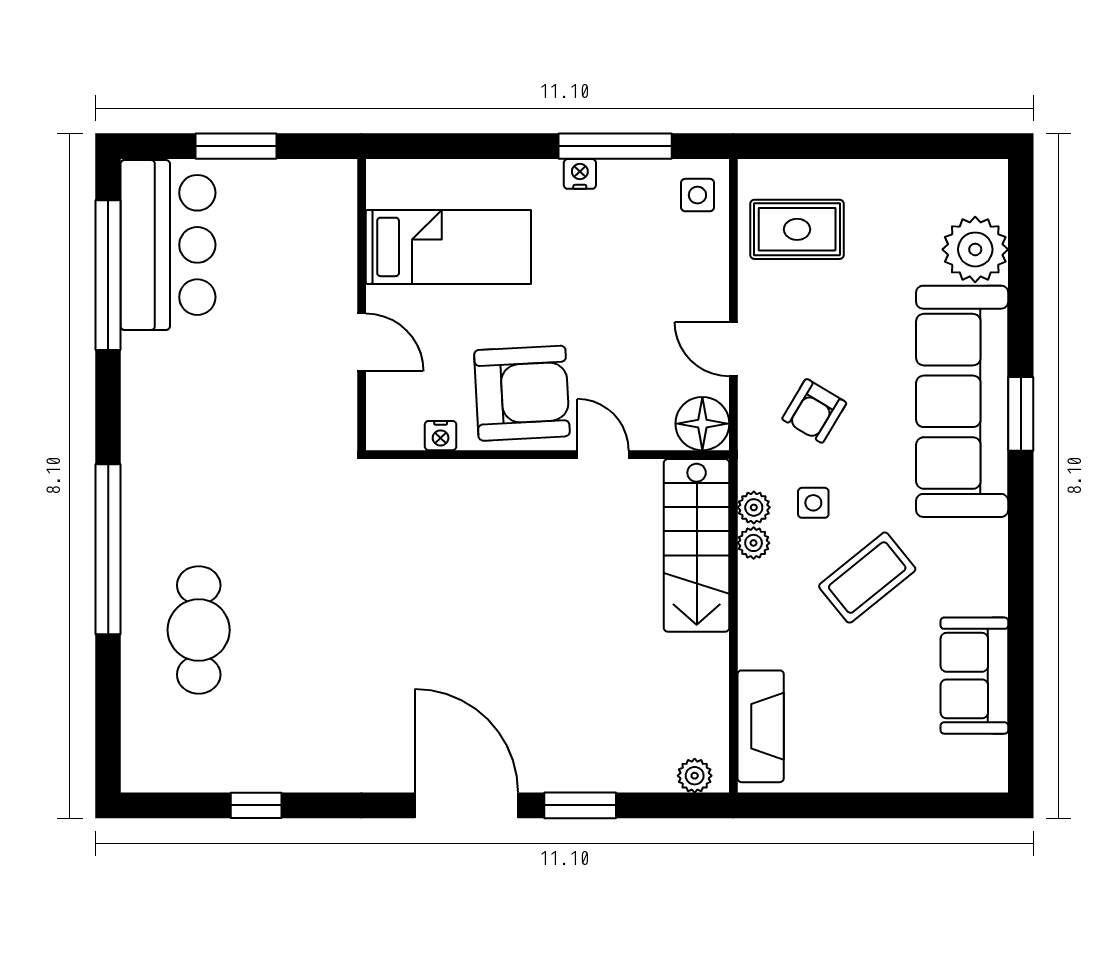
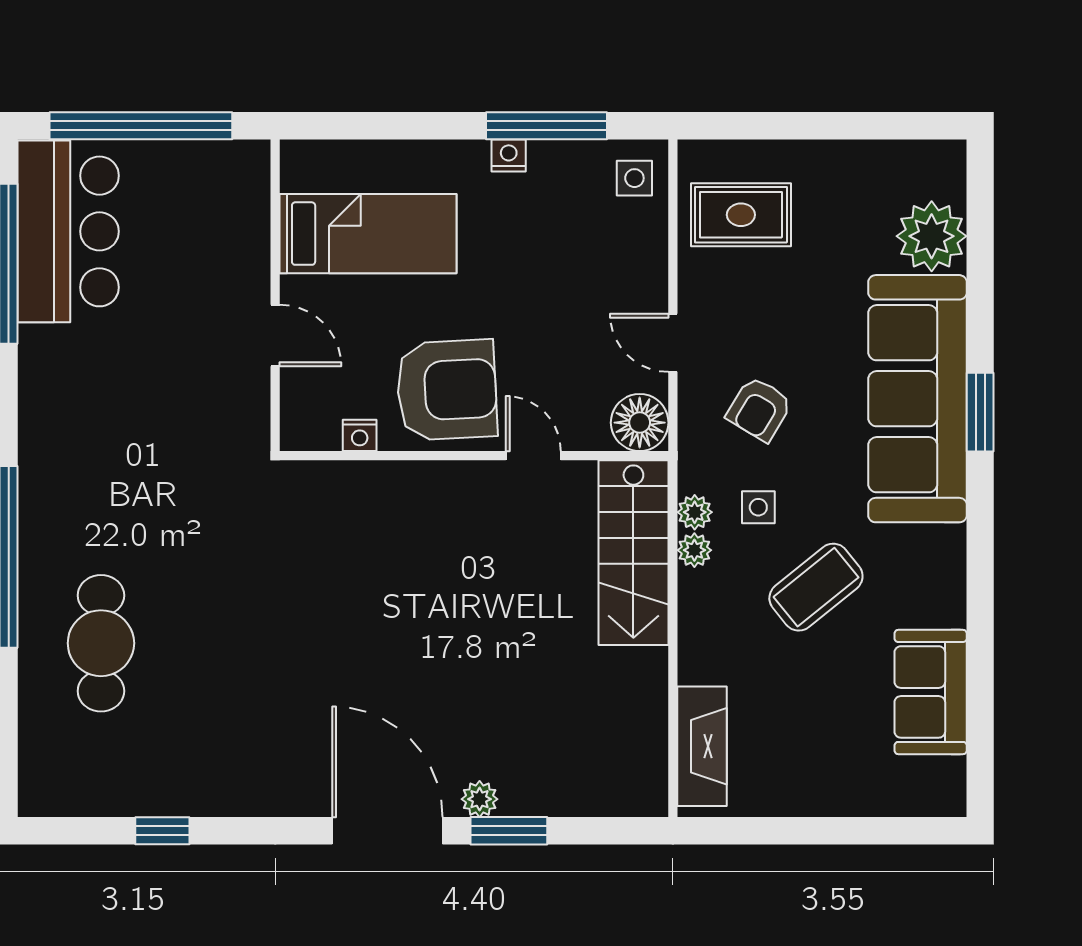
window: (236, 146) -> (141, 126), width x2.11
plant: (695, 776) -> (480, 799), moved

